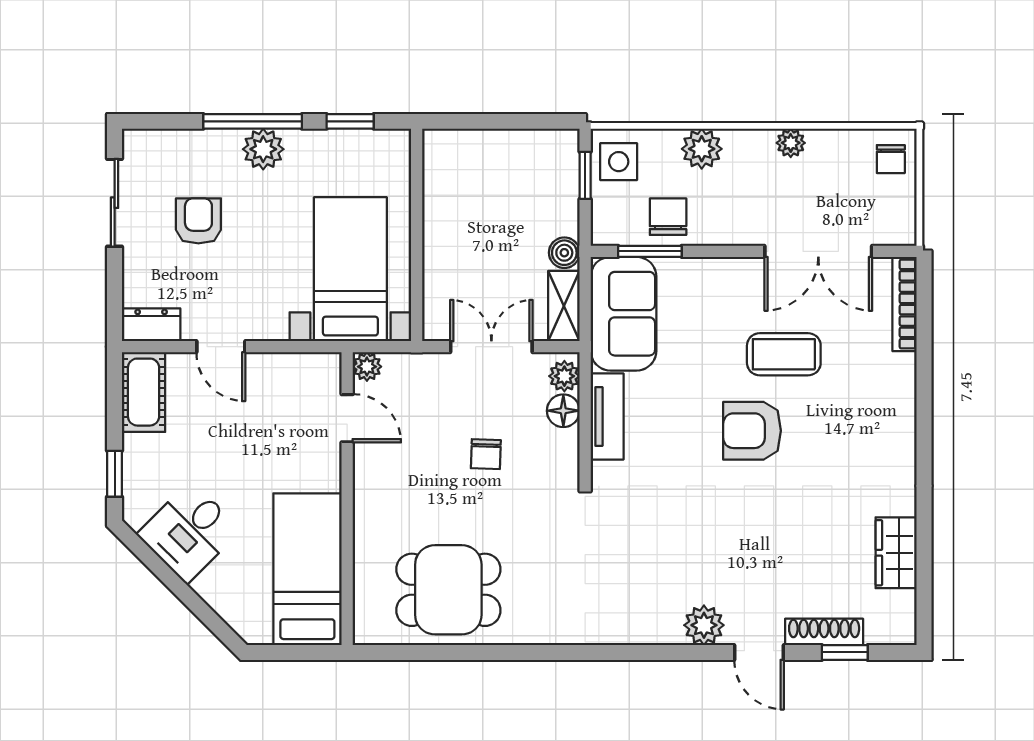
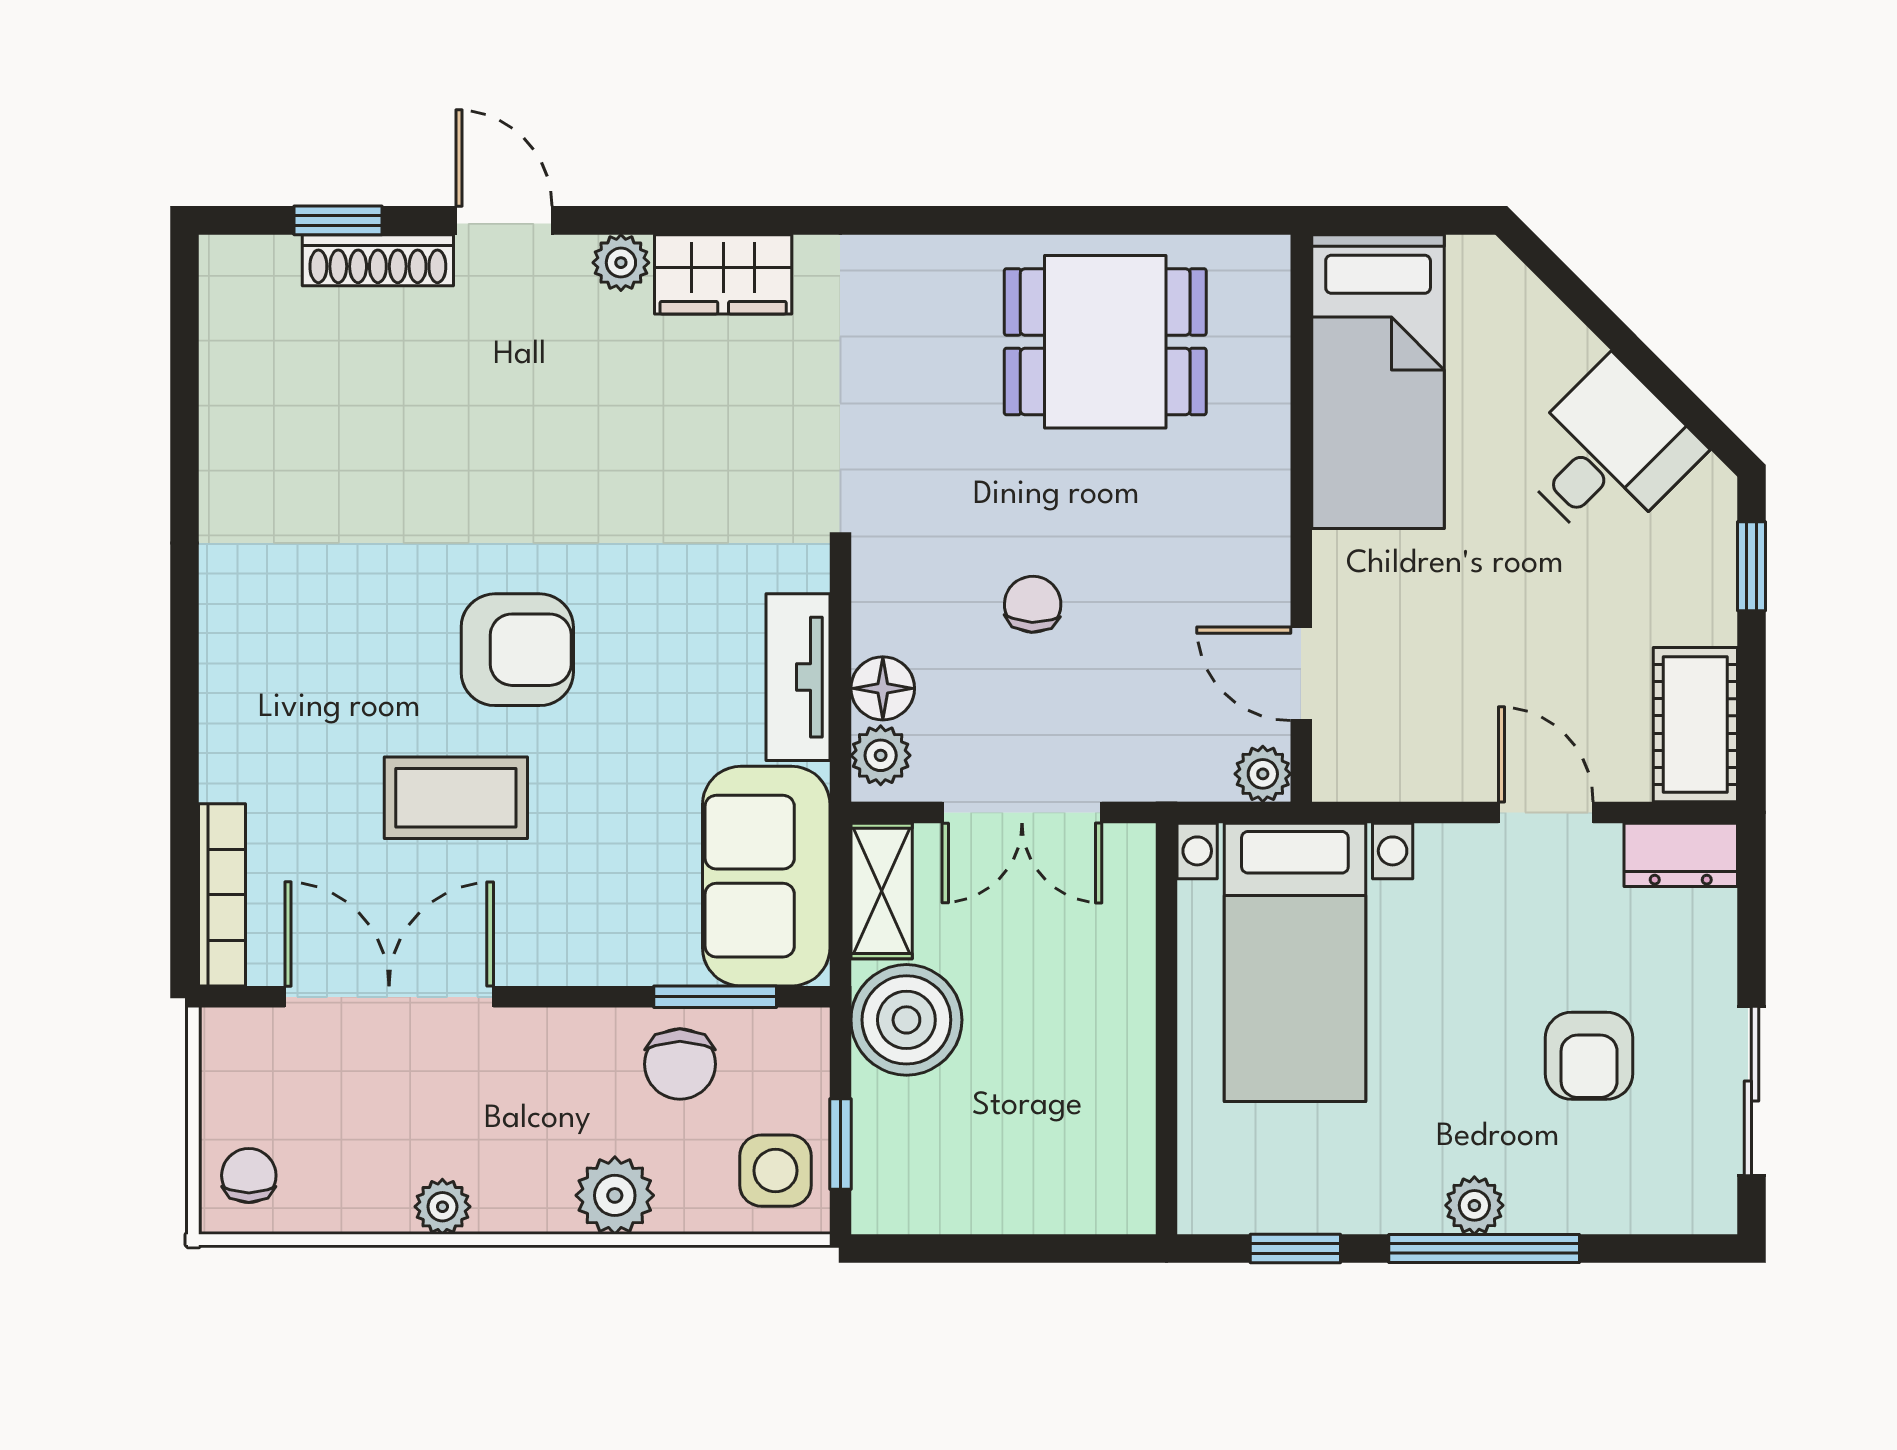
plant: (263, 149) -> (1474, 1205), width x0.73, depth x0.73
boiler: (564, 253) -> (906, 1020), width x1.86, depth x1.86
wardrobe: (896, 553) -> (723, 274), moved, turned 90
plant: (704, 625) -> (621, 263), width x0.73, depth x0.73

